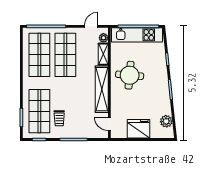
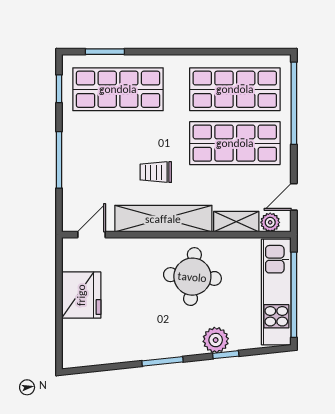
door: (91, 26) -> (294, 197), swing flipped
trolley: (59, 118) -> (156, 172), moved
plant: (166, 121) -> (216, 340), moved

